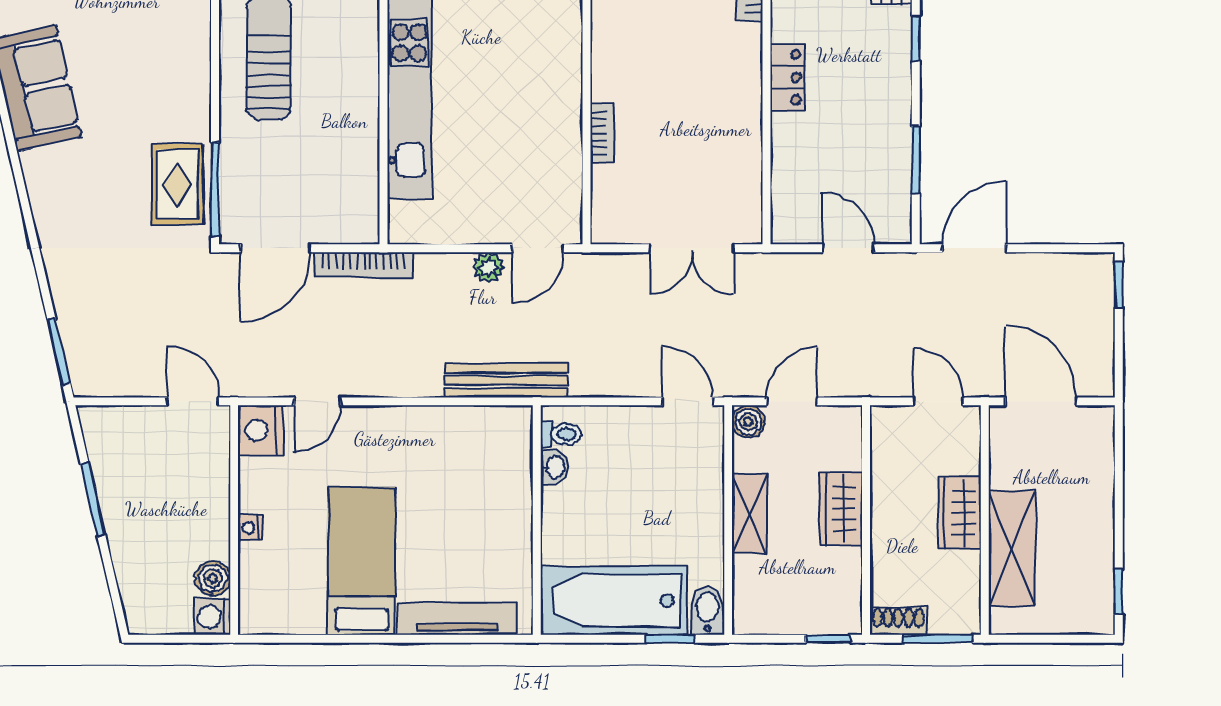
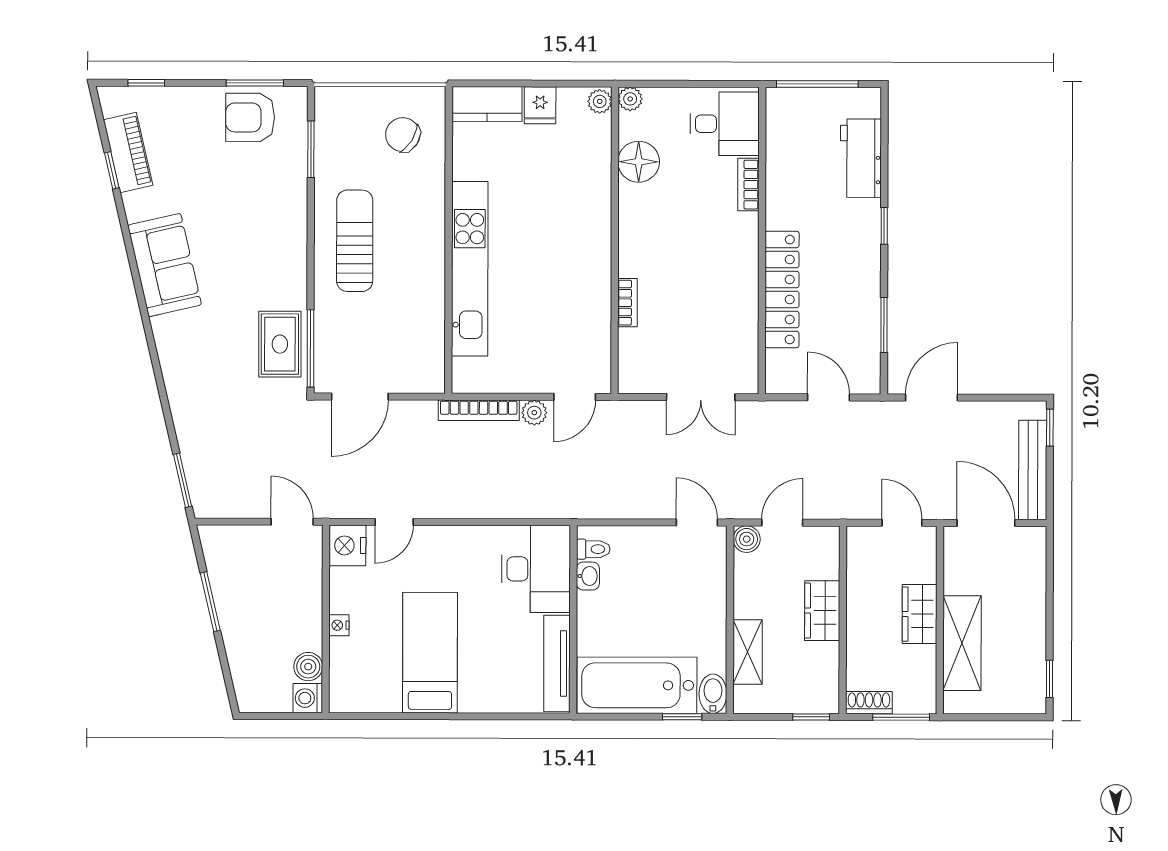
locker: (787, 77) -> (782, 289), width x2.16, depth x1.21
bookcase: (363, 265) -> (479, 410), moved
bench: (506, 380) -> (1033, 470), moved, turned 90
desk: (491, 459) -> (536, 569), added
shelving: (750, 514) -> (748, 652), moved
tv unit: (457, 619) -> (557, 663), moved, turned -90

